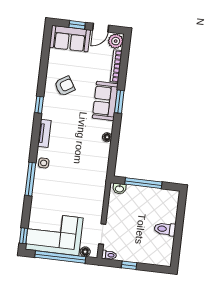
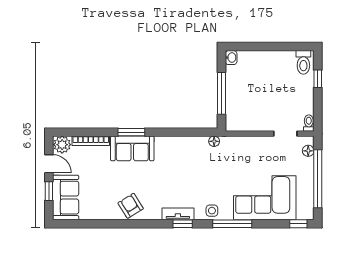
armchair: (65, 86) -> (131, 206), moved
window: (39, 105) -> (183, 224), moved
floor lamp: (107, 137) -> (214, 141), moved
washbasin: (119, 189) -> (231, 58), moved
toilet: (165, 229) -> (303, 62), moved
corner sofa: (54, 234) -> (265, 198), moved, turned 90
window: (129, 265) -> (318, 79), moved

